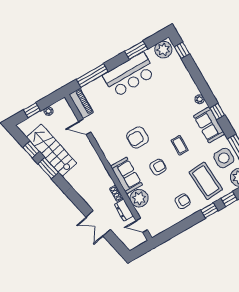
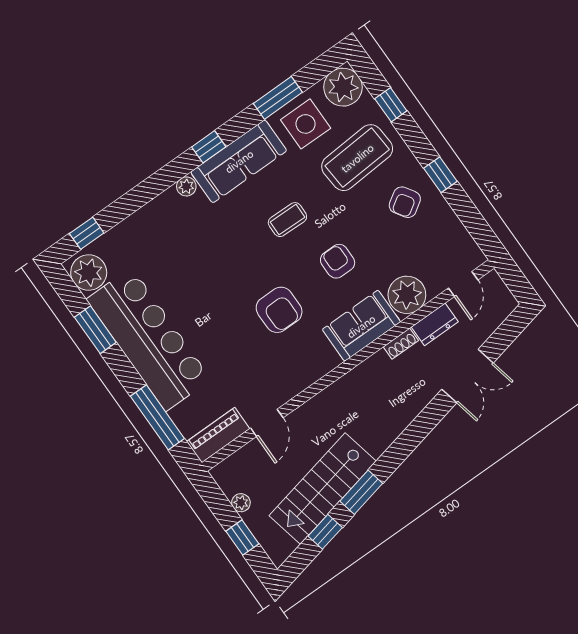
bar counter: (129, 75) -> (149, 339), width x1.36
sofa: (209, 125) -> (239, 161), width x1.36
armchair: (183, 201) -> (405, 202), turned -123
window: (209, 210) -> (440, 175), moved

